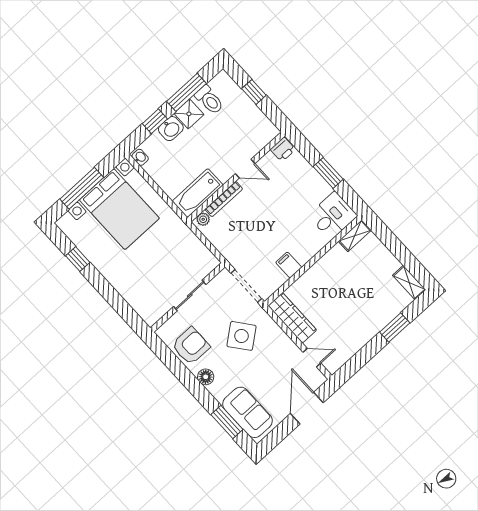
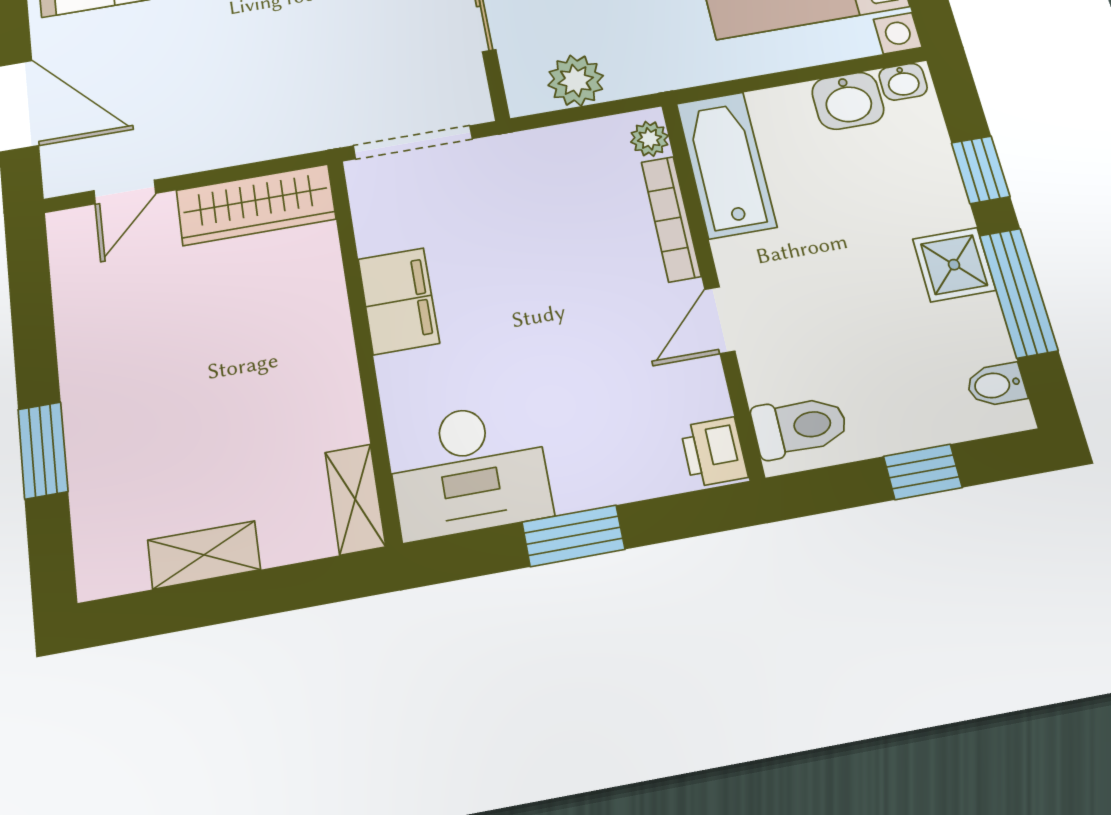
bidet: (217, 85) -> (996, 385), added
toilet: (209, 100) -> (800, 427), moved, turned 180
washbasin: (171, 129) -> (848, 101), moved, turned -90
desk: (333, 216) -> (469, 470), width x1.37
plant: (198, 251) -> (576, 81), added
filing cabinet: (289, 265) -> (399, 301), width x2.00
shelving: (409, 283) -> (204, 555), moved
side table: (241, 336) -> (298, 59), removed

